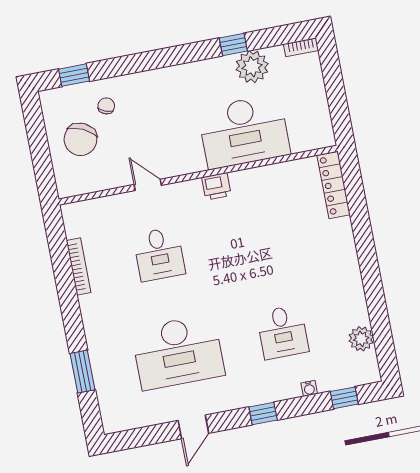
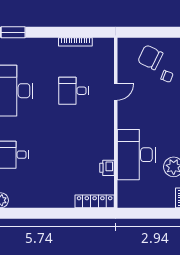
printer: (216, 186) -> (107, 168), moved

